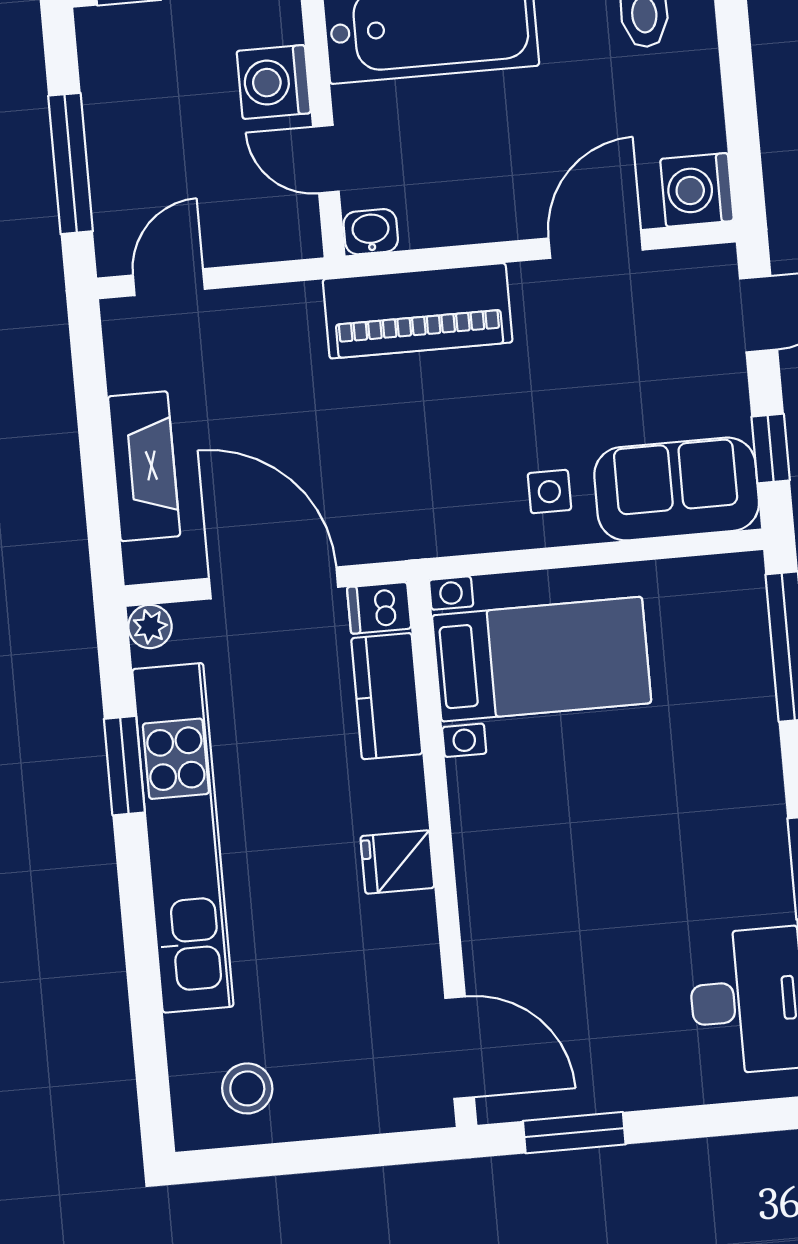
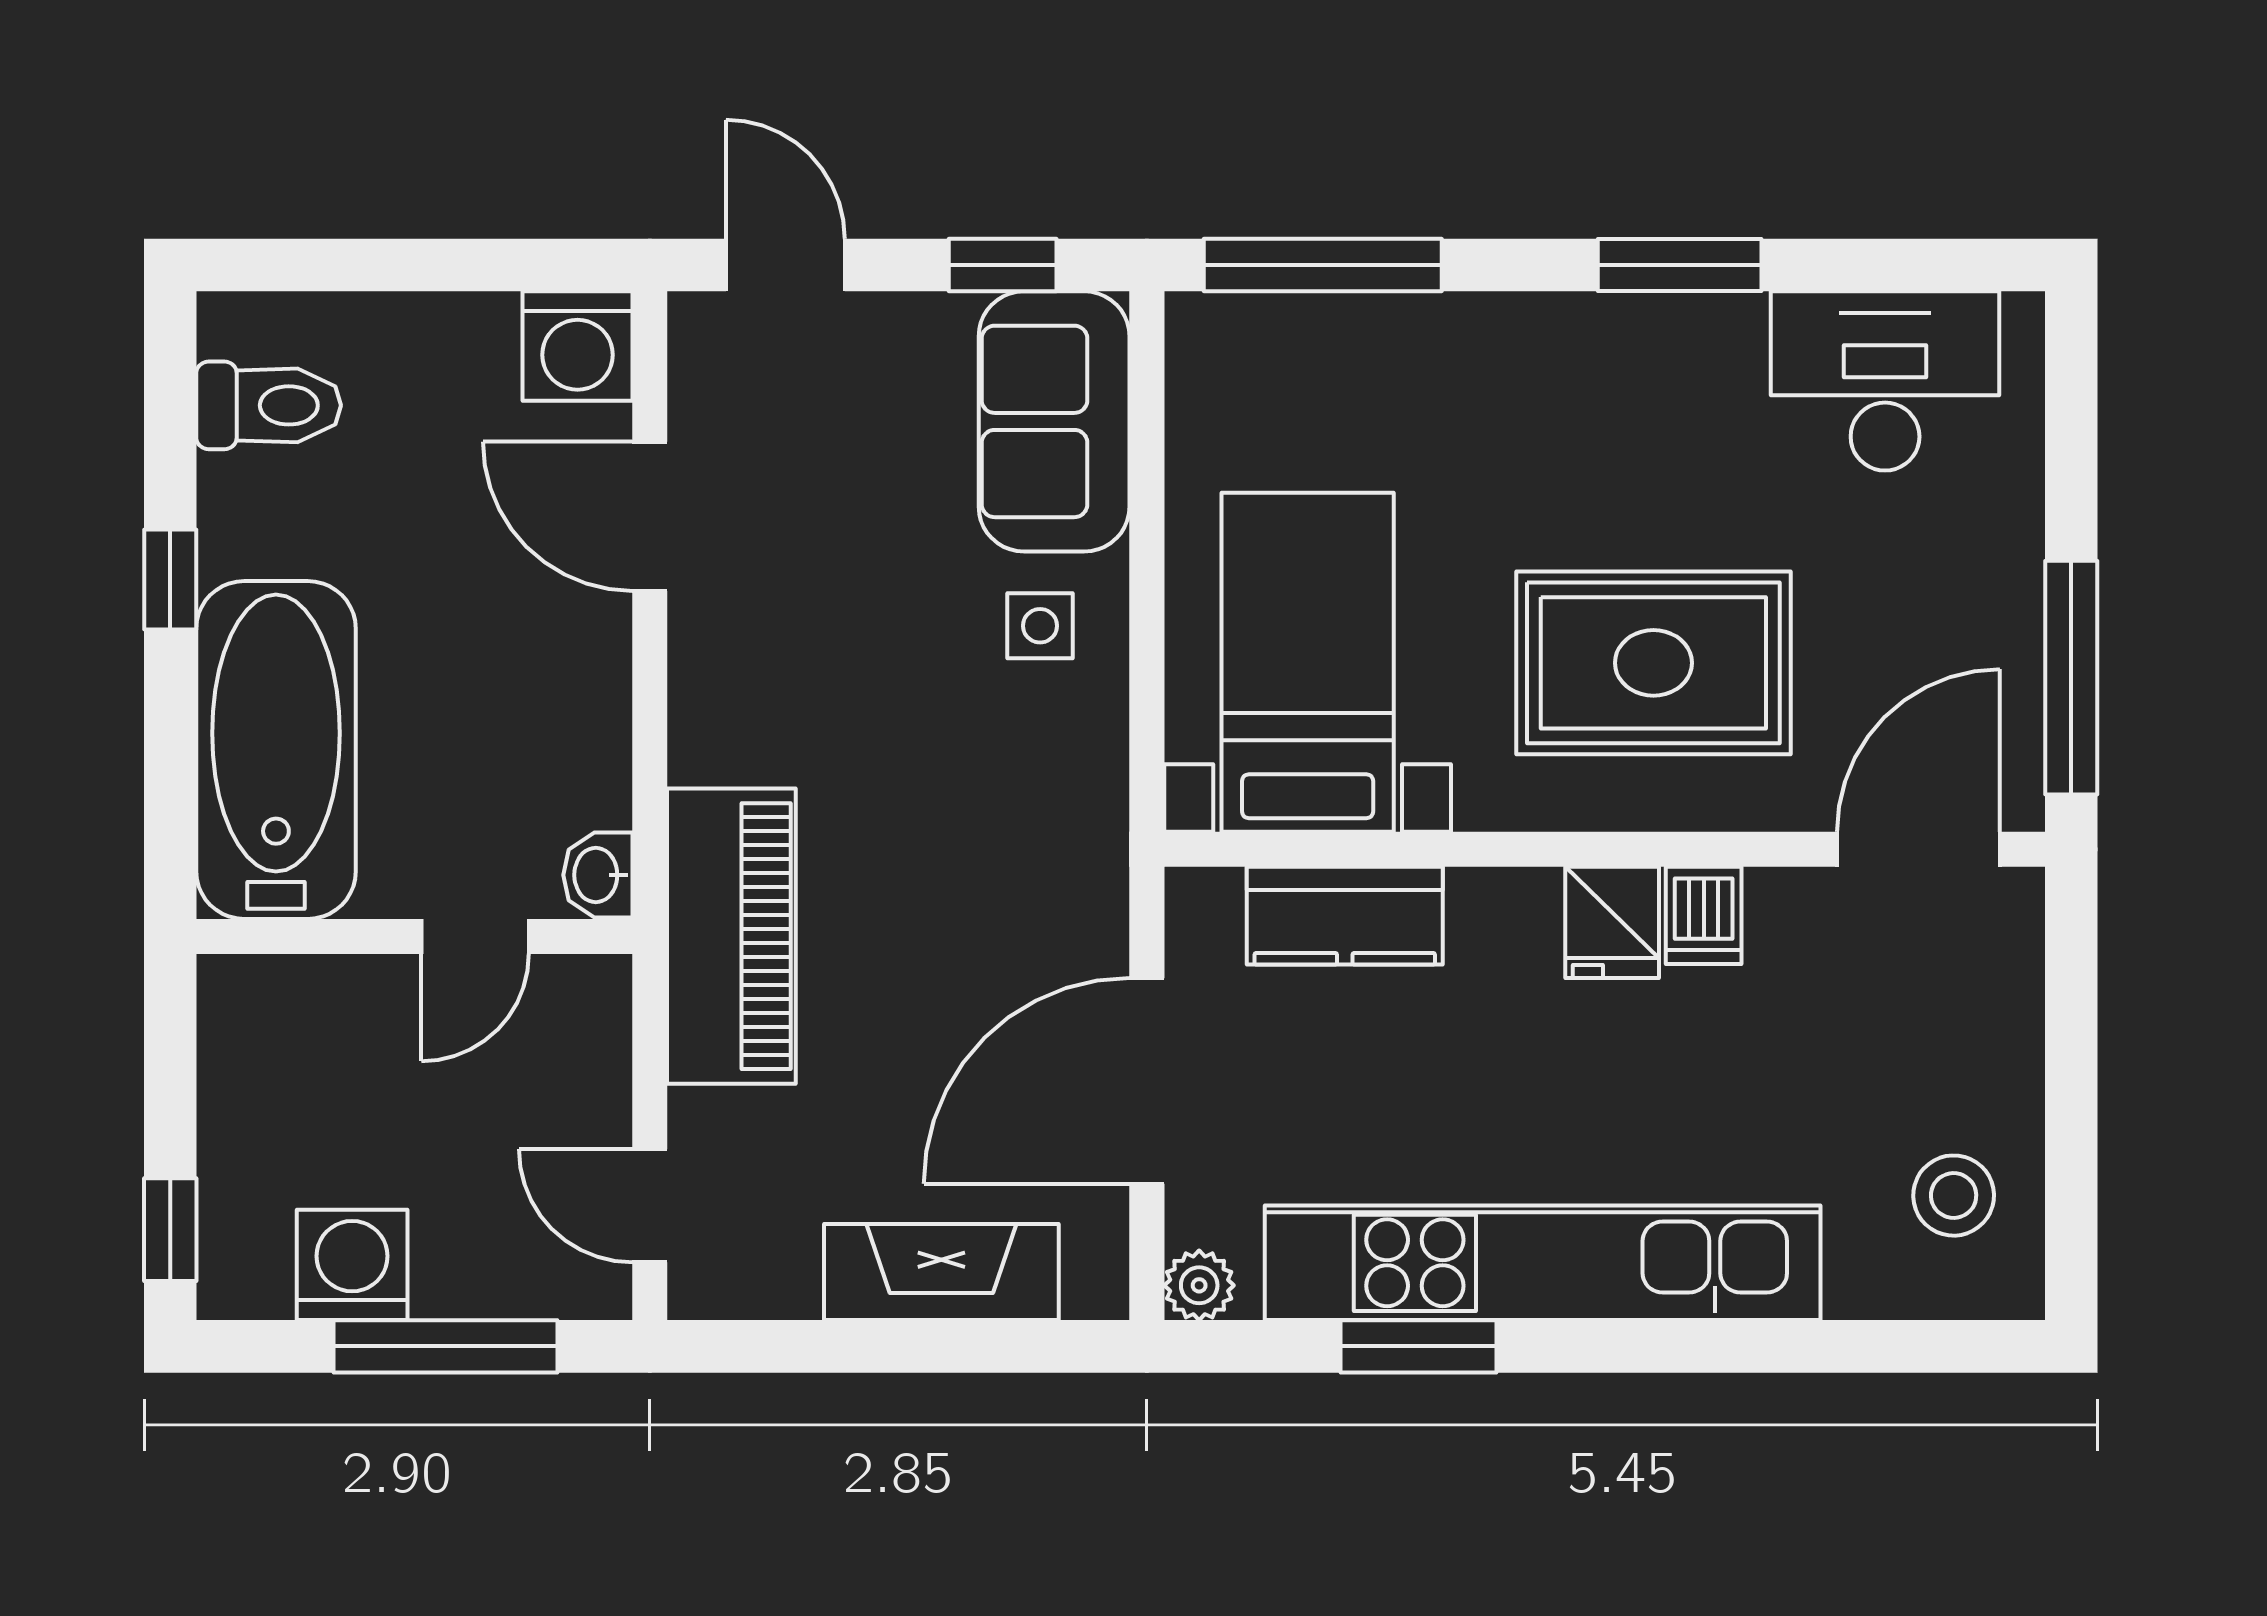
washing machine: (274, 82) -> (352, 1265), moved, turned 180
piano: (418, 311) -> (731, 936), moved
dishwasher: (379, 608) -> (1704, 915), moved
rug: (560, 873) -> (1653, 663), added
window: (574, 1133) -> (2071, 678), width x1.44

